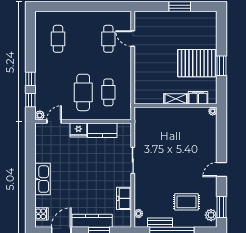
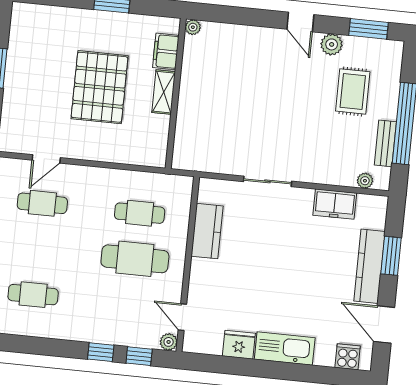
pallet: (197, 63) -> (100, 87), moved
fridge: (78, 130) -> (239, 345), moved, turned -90
plant: (211, 215) -> (332, 44), moved

